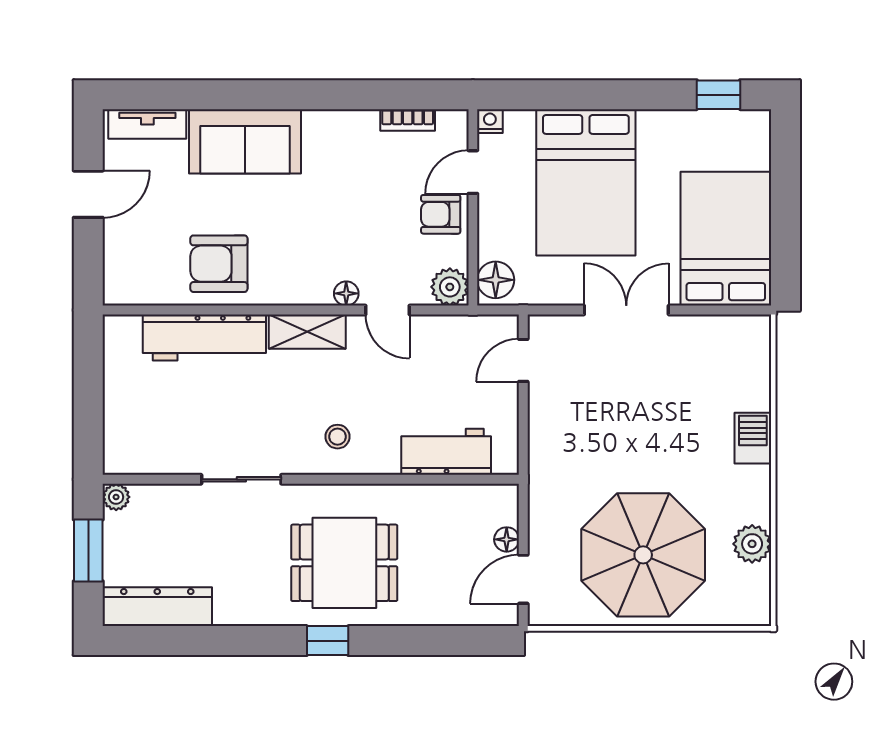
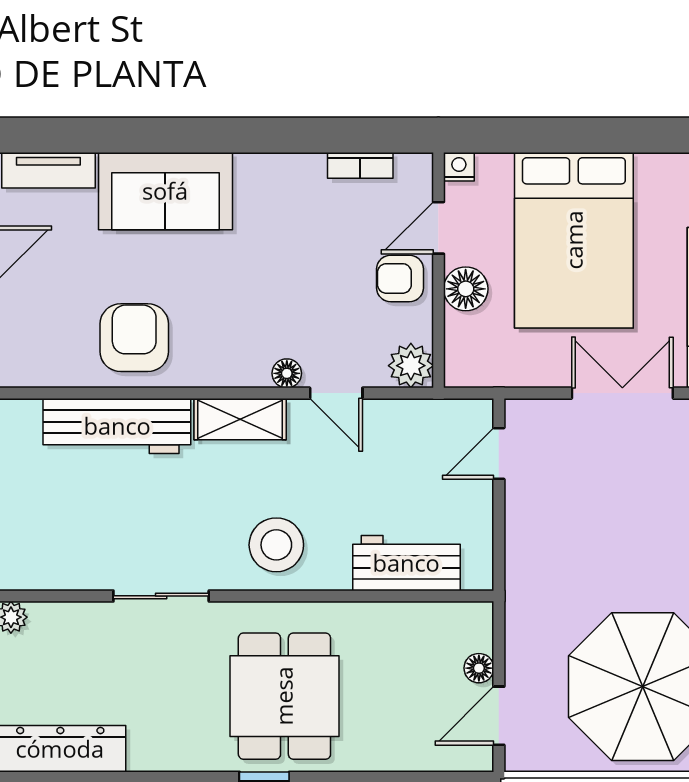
armchair: (219, 264) -> (134, 338), turned 90
floor lamp: (496, 280) -> (466, 289), moved
stool: (338, 437) -> (276, 545), width x1.89, depth x1.89
dining table: (344, 563) -> (284, 696), turned 90

